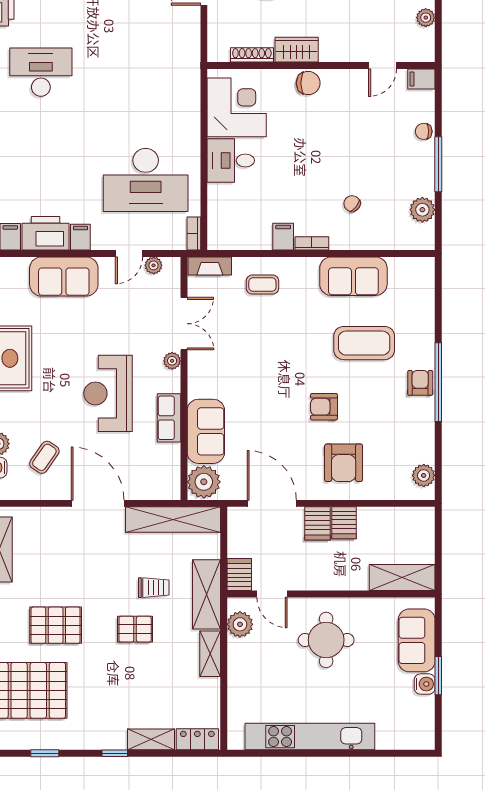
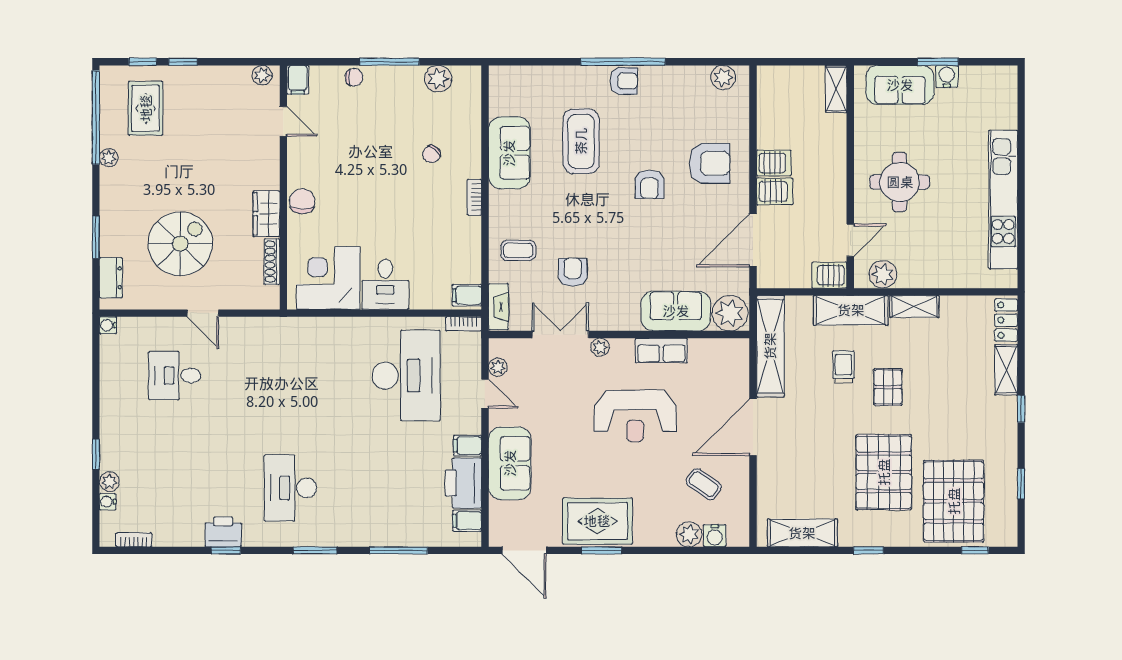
plant: (426, 18) -> (262, 75), moved
chair: (424, 131) -> (354, 77), turned -90
filing cabinet: (283, 237) -> (467, 295), moved
coffee table: (262, 285) -> (518, 250), turned 90
armchair: (242, 335) -> (573, 272), added
armchair: (420, 383) -> (624, 81), turned 180
shelving: (402, 578) -> (836, 89), width x0.67, depth x0.75
pallet: (56, 625) -> (884, 472), width x1.37, depth x1.41

